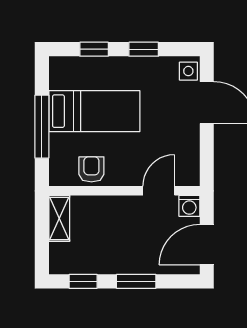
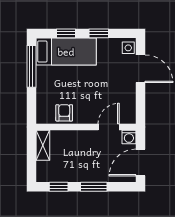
bed: (94, 111) -> (66, 52), moved
window: (42, 127) -> (31, 66), moved

